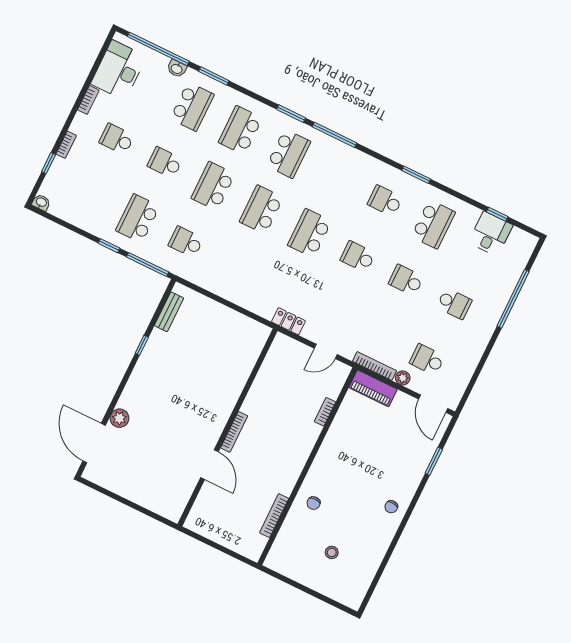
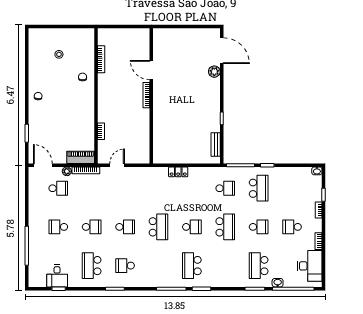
school desk: (240, 130) -> (225, 266), removed
school desk: (117, 139) -> (292, 227), turned 180
school desk: (385, 201) -> (125, 266), turned 180
school desk: (261, 210) -> (192, 227), width x0.54
locker: (288, 321) -> (178, 172), moved

